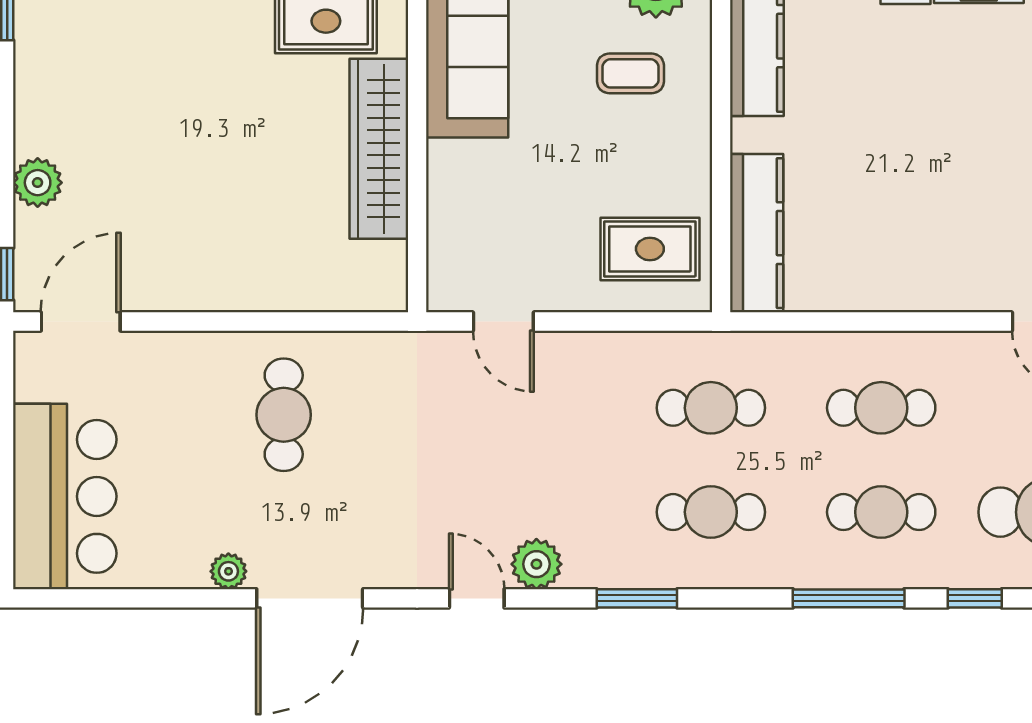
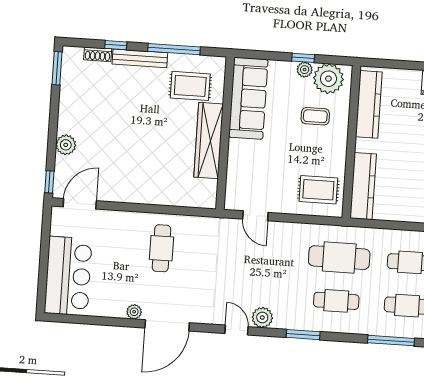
cafe table: (711, 408) -> (339, 258), width x1.37, depth x1.35

